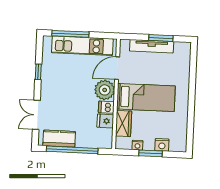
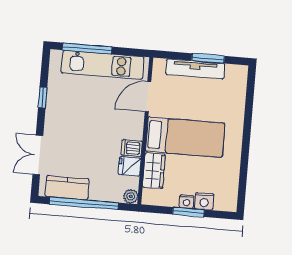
plant: (105, 90) -> (131, 196), moved, width x0.53, depth x0.53
nightstand: (137, 145) -> (187, 202), moved

